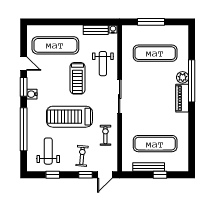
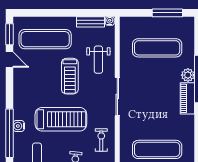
window: (151, 22) -> (167, 13), moved
window: (24, 87) -> (9, 34), moved
water cooler: (32, 94) -> (19, 126), moved
treadmill: (69, 117) -> (61, 119), turned 180

